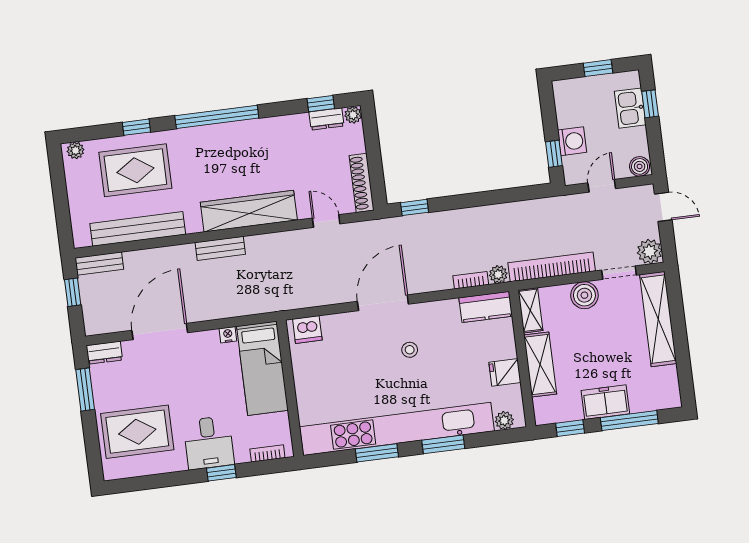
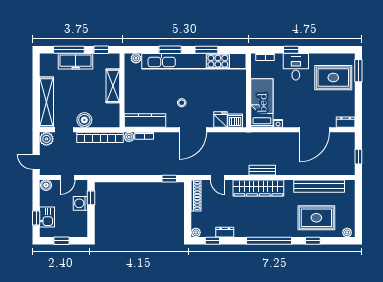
dresser: (326, 119) -> (225, 232), moved
bench: (220, 248) -> (262, 170), moved
bench: (99, 264) -> (342, 170), removed
kitchen counter: (486, 307) -> (145, 120), width x1.50
shelving: (530, 310) -> (114, 116), removed
fridge: (505, 372) -> (220, 119), moved, turned -90
window: (85, 390) -> (358, 71), moved
freezer: (605, 402) -> (76, 61), width x1.40

